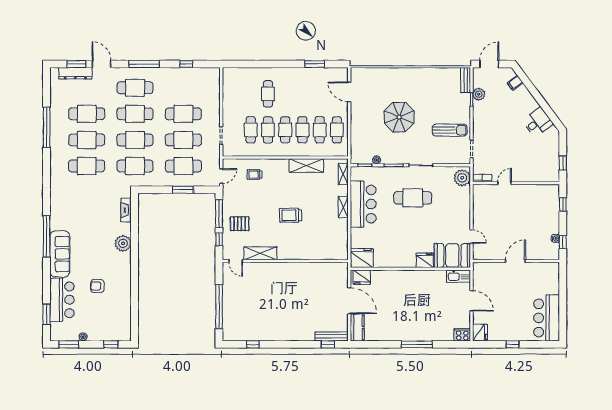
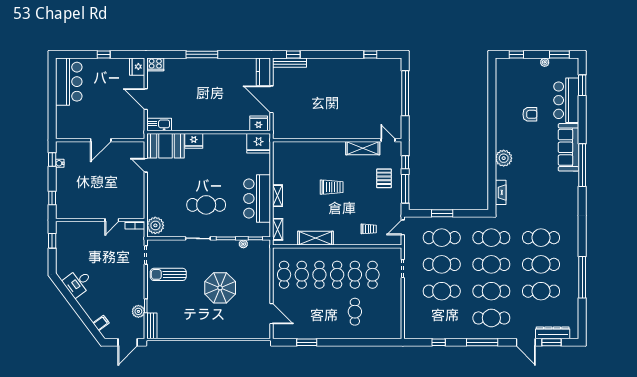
pallet: (240, 224) -> (384, 178), turned 90

